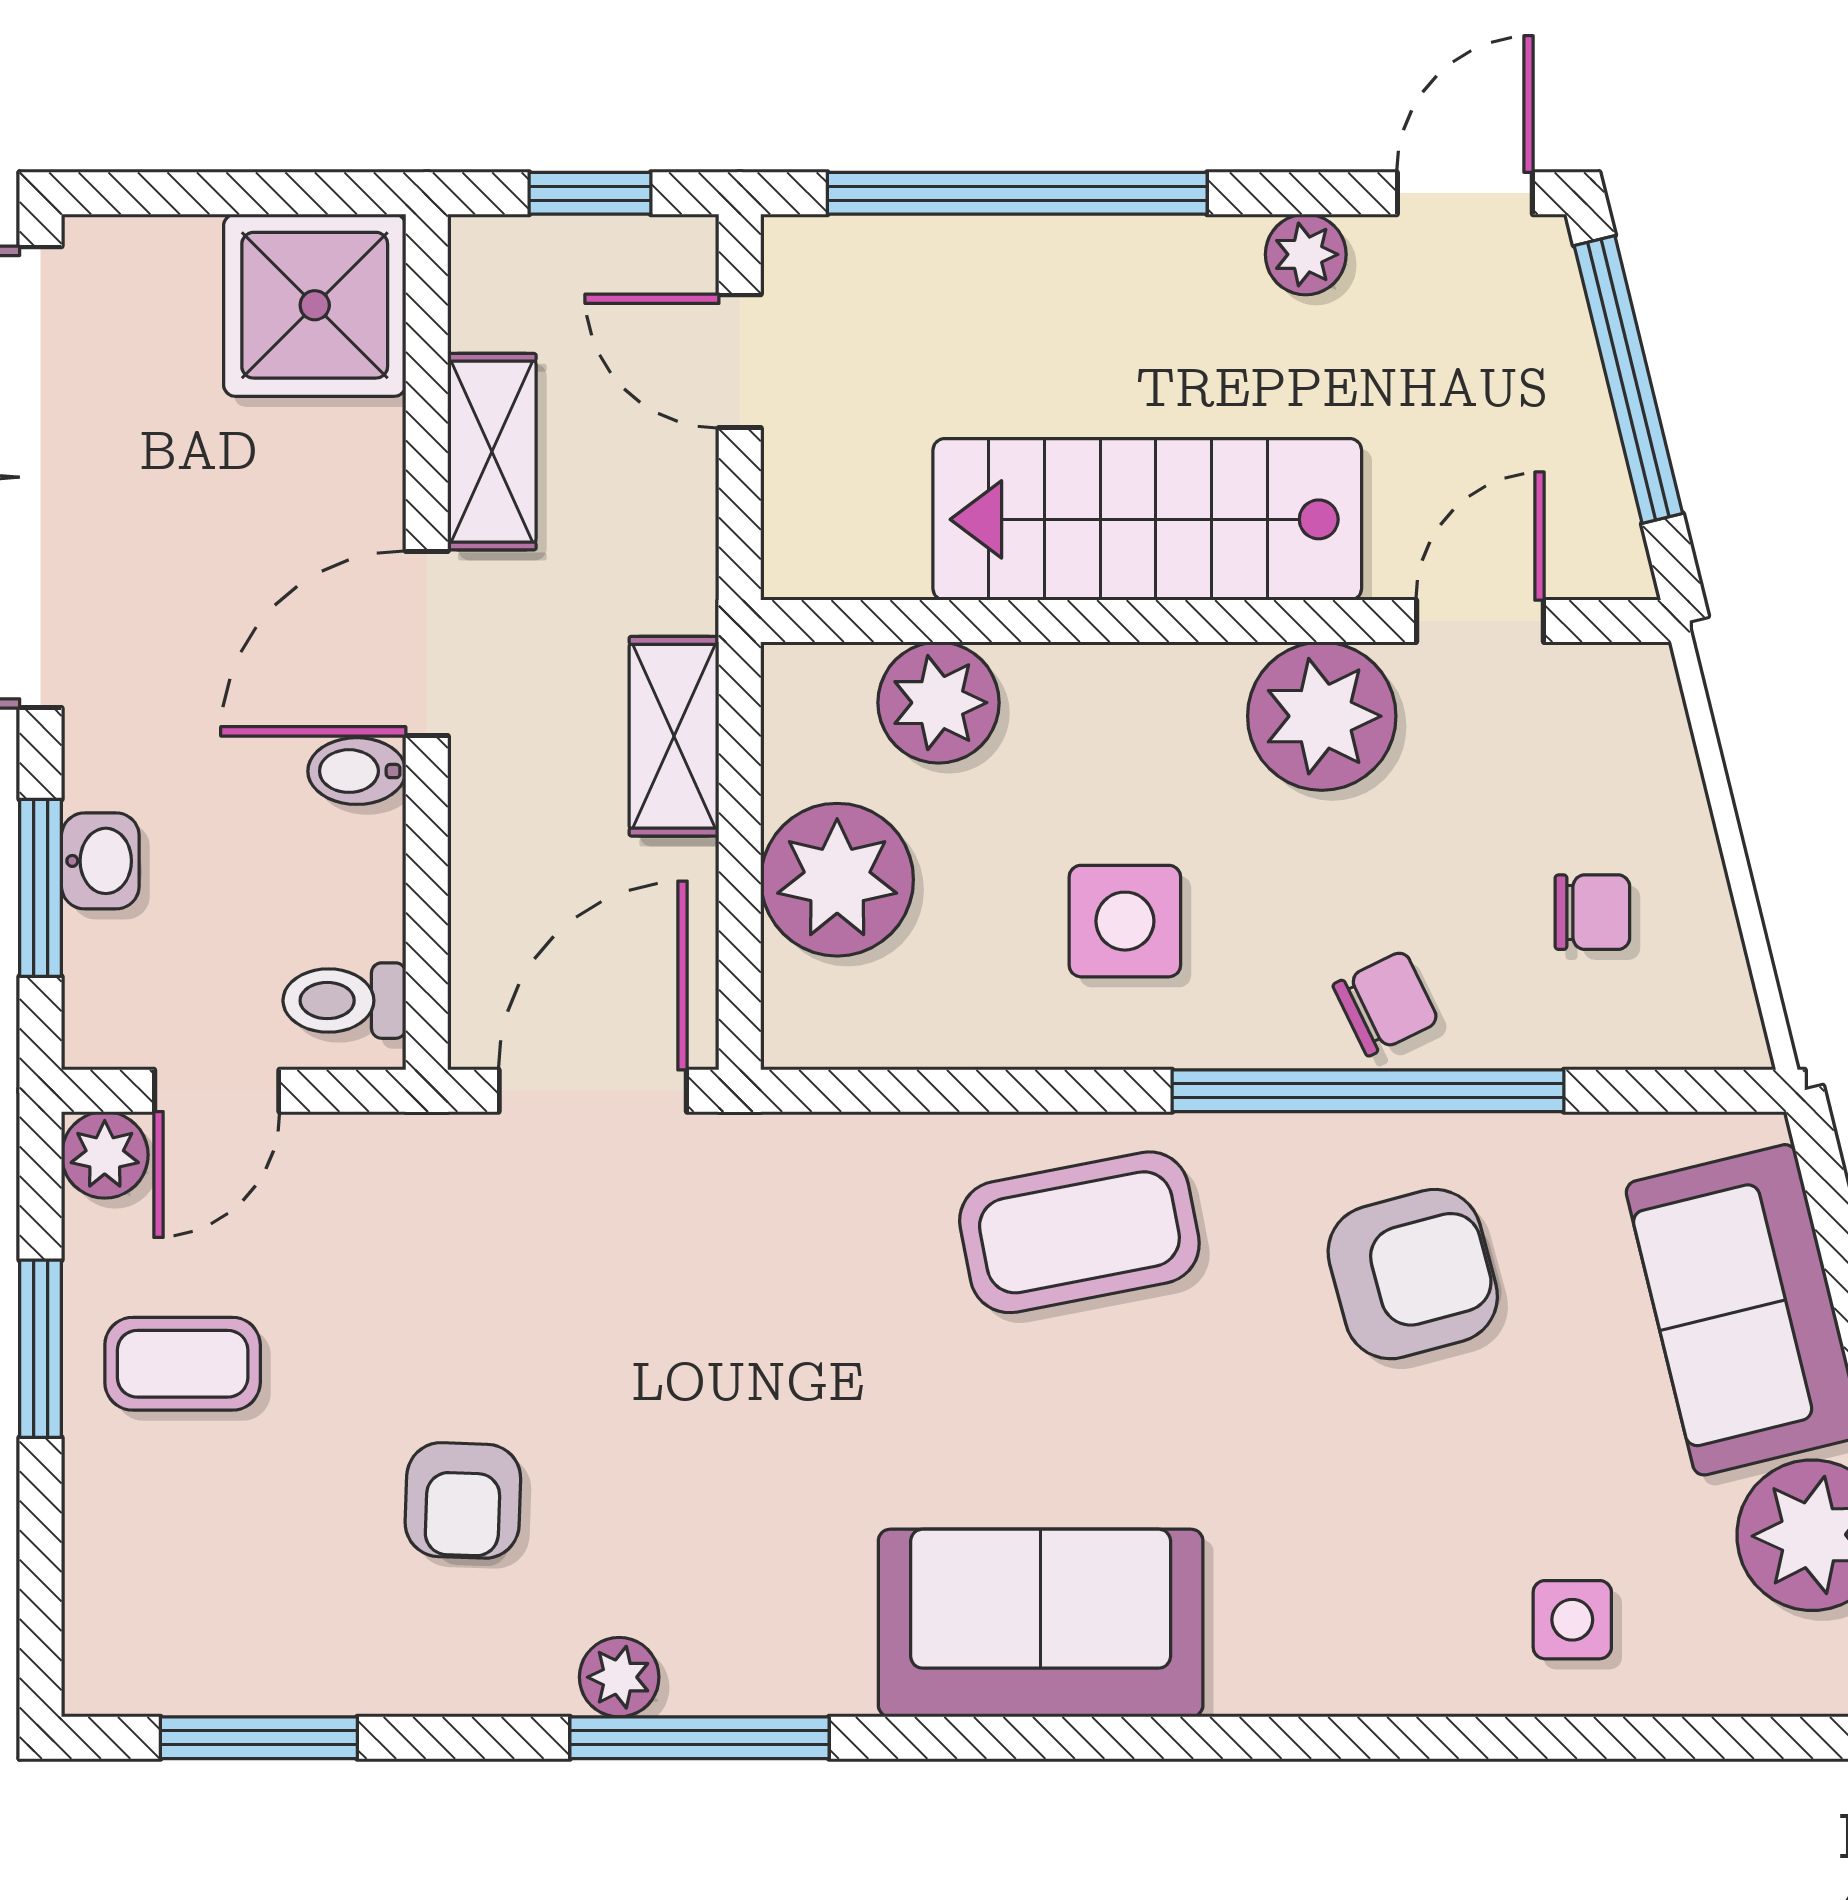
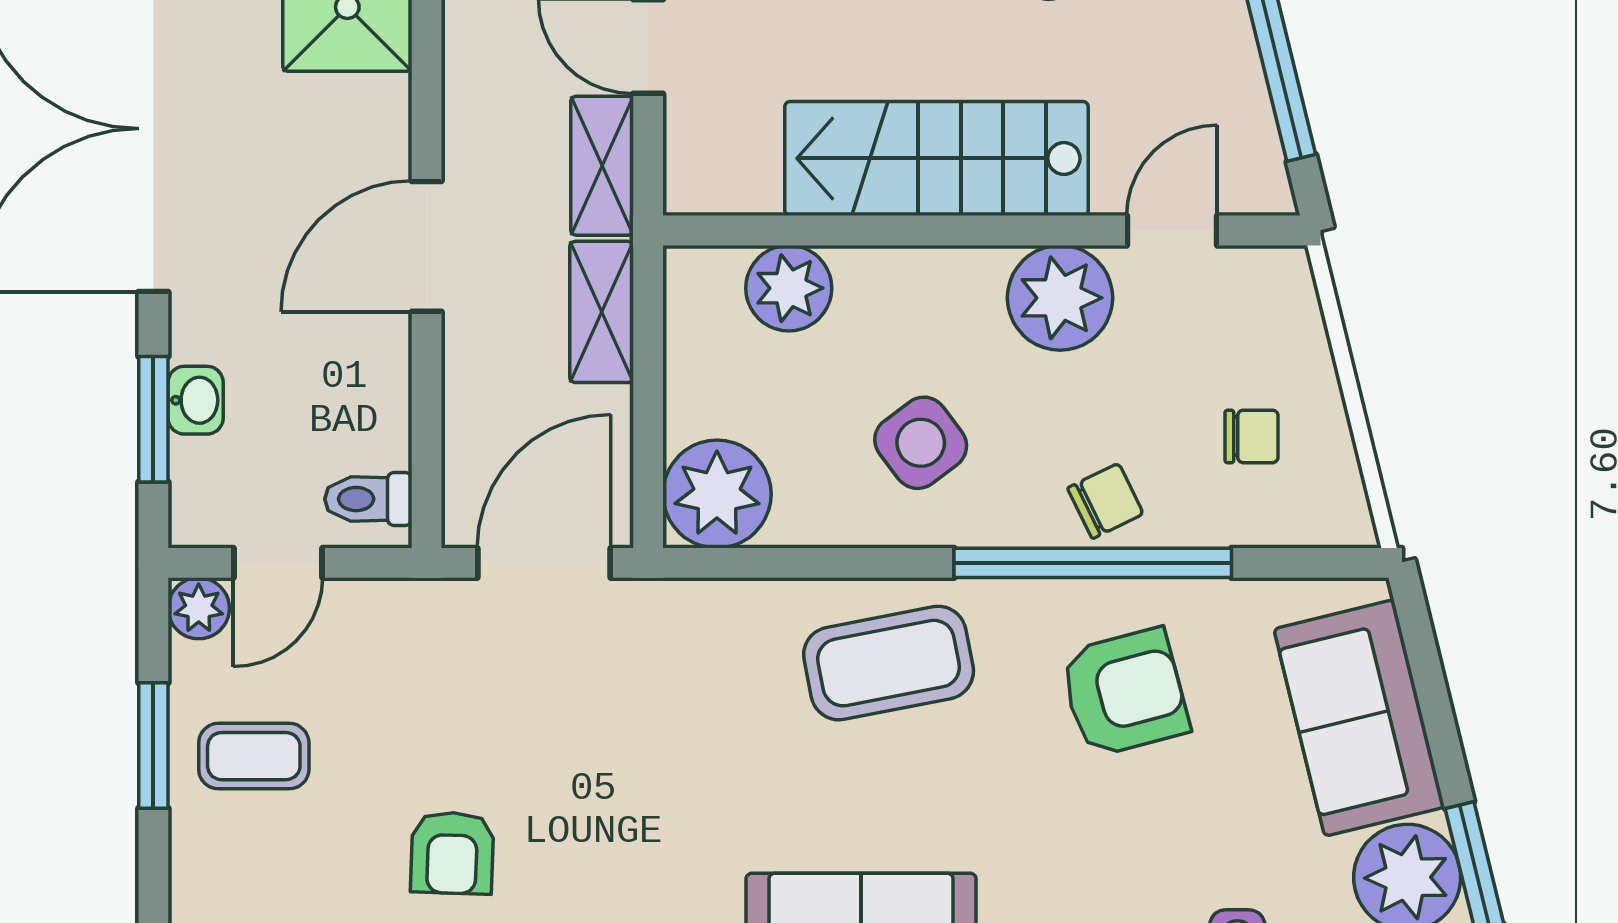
shelving: (492, 452) -> (602, 166), moved
bidet: (357, 771) -> (377, 337), removed
plant: (837, 880) -> (717, 494), moved
side table: (1125, 921) -> (921, 443), turned -37

